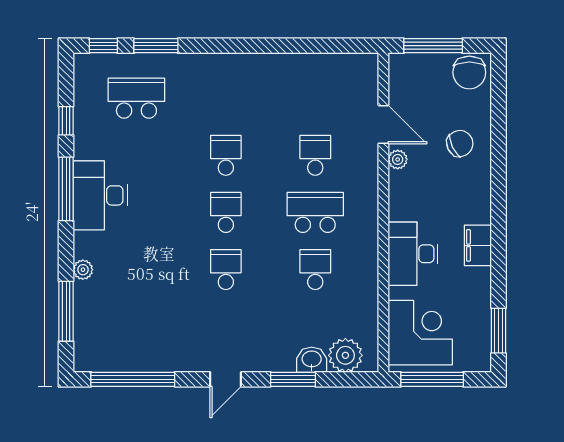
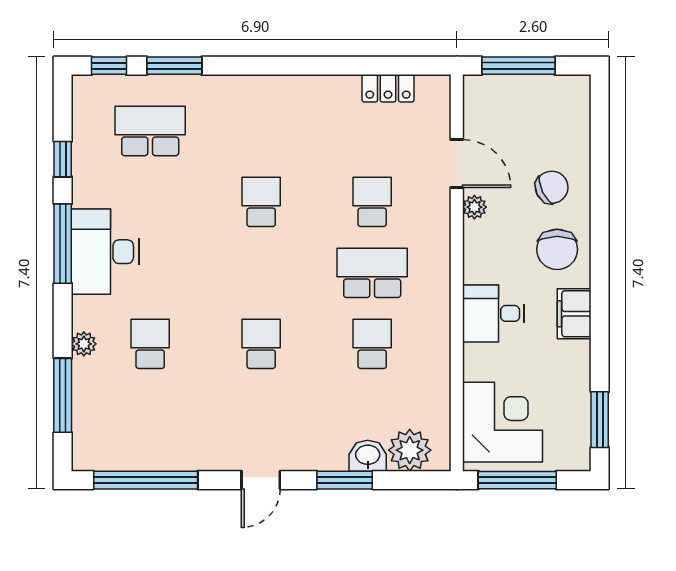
locker: (328, 64) -> (388, 88), added
chair: (469, 72) -> (557, 249), moved
school desk: (226, 212) -> (150, 344), moved
desk: (413, 254) -> (493, 313), width x0.73

